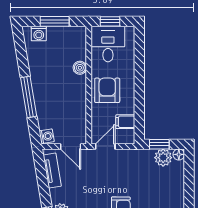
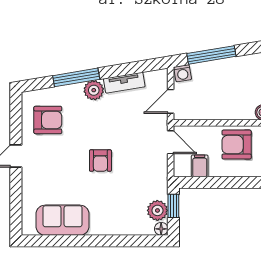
armchair: (107, 90) -> (237, 145), turned 180
window: (29, 97) -> (211, 55), moved
tv unit: (52, 171) -> (124, 83), moved

